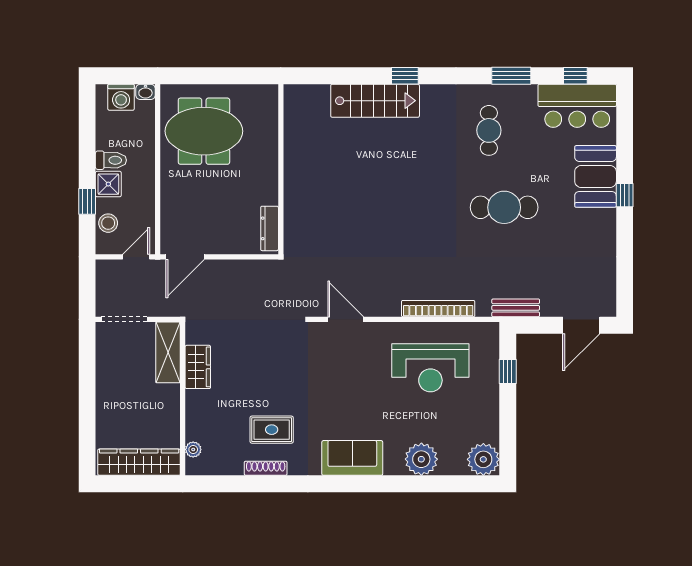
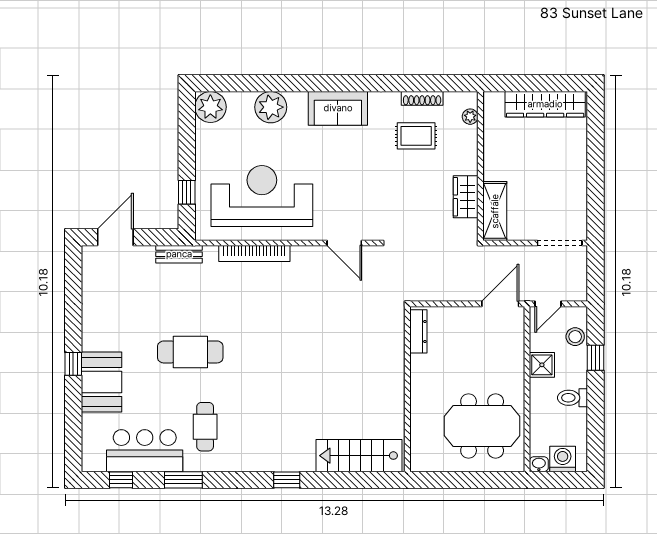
stairs: (375, 101) -> (359, 456), moved
bar counter: (577, 106) -> (145, 451), moved
shower: (108, 184) -> (542, 365), moved
shelving: (168, 352) -> (495, 211), moved
wardrobe: (198, 367) -> (466, 197), moved
reception desk: (430, 368) -> (262, 196), width x1.36, depth x1.30
wall: (183, 399) -> (480, 166), moved
plant: (193, 449) -> (470, 117), moved

